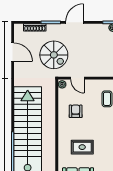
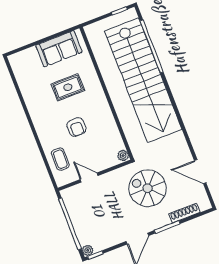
door: (77, 78) -> (89, 178), moved
armchair: (76, 111) -> (76, 127), moved

